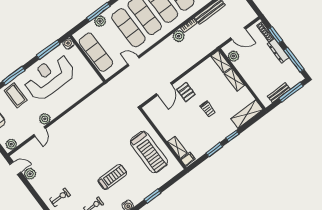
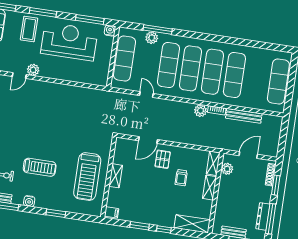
door: (238, 34) -> (248, 155), swing flipped
dresser: (278, 51) -> (263, 216), moved
trolley: (208, 109) -> (181, 178), moved
shelving: (177, 147) -> (116, 176), moved

